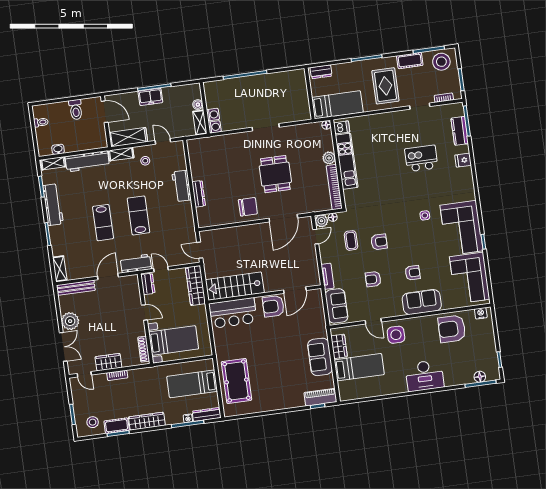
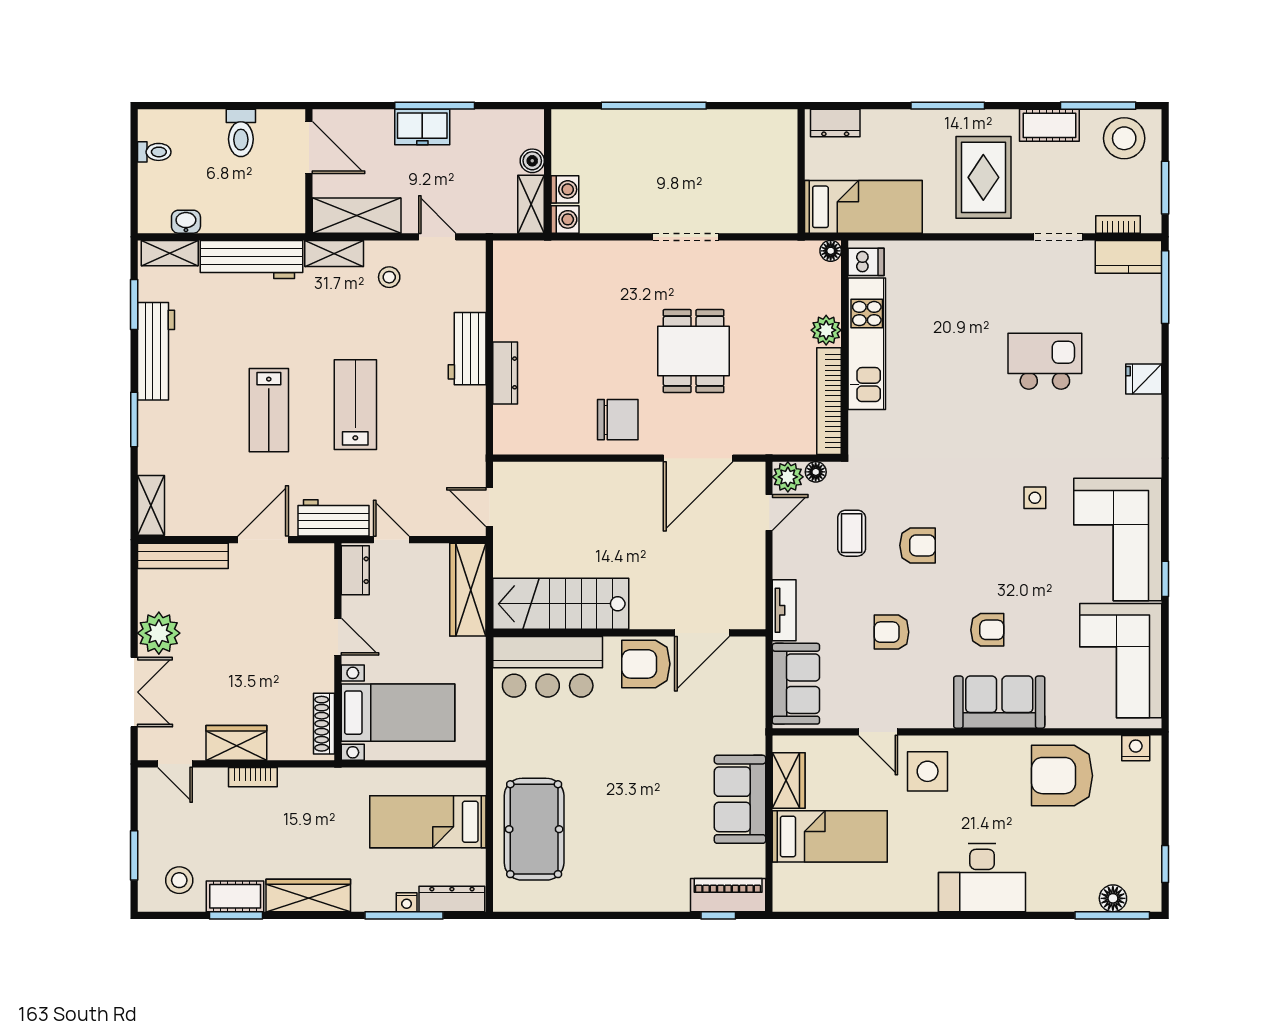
kitchen counter: (460, 131) -> (1128, 257), moved, turned -90

